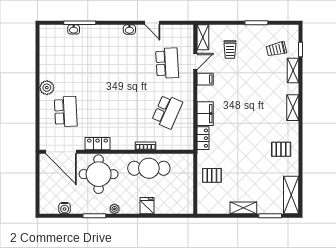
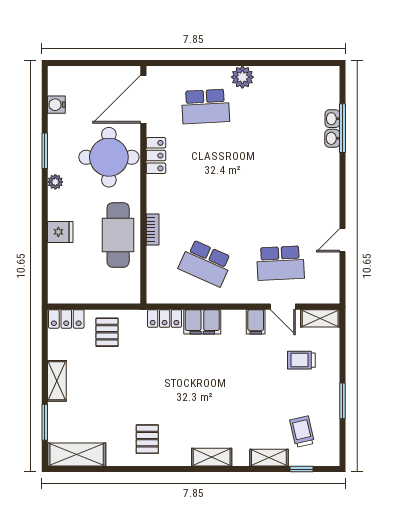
washbasin: (129, 30) -> (332, 138), moved
locker: (203, 202) -> (66, 319), added

